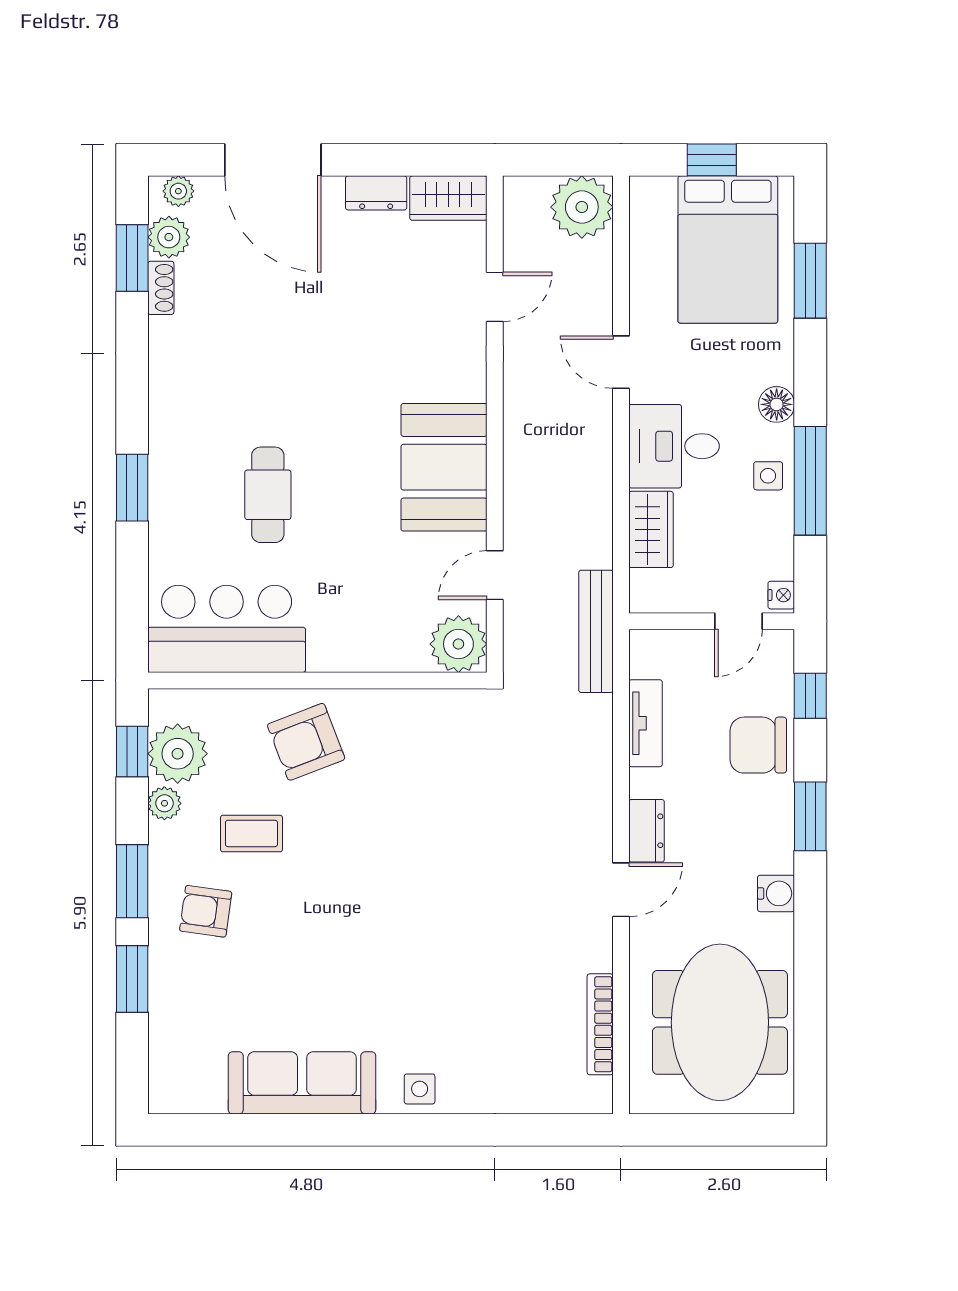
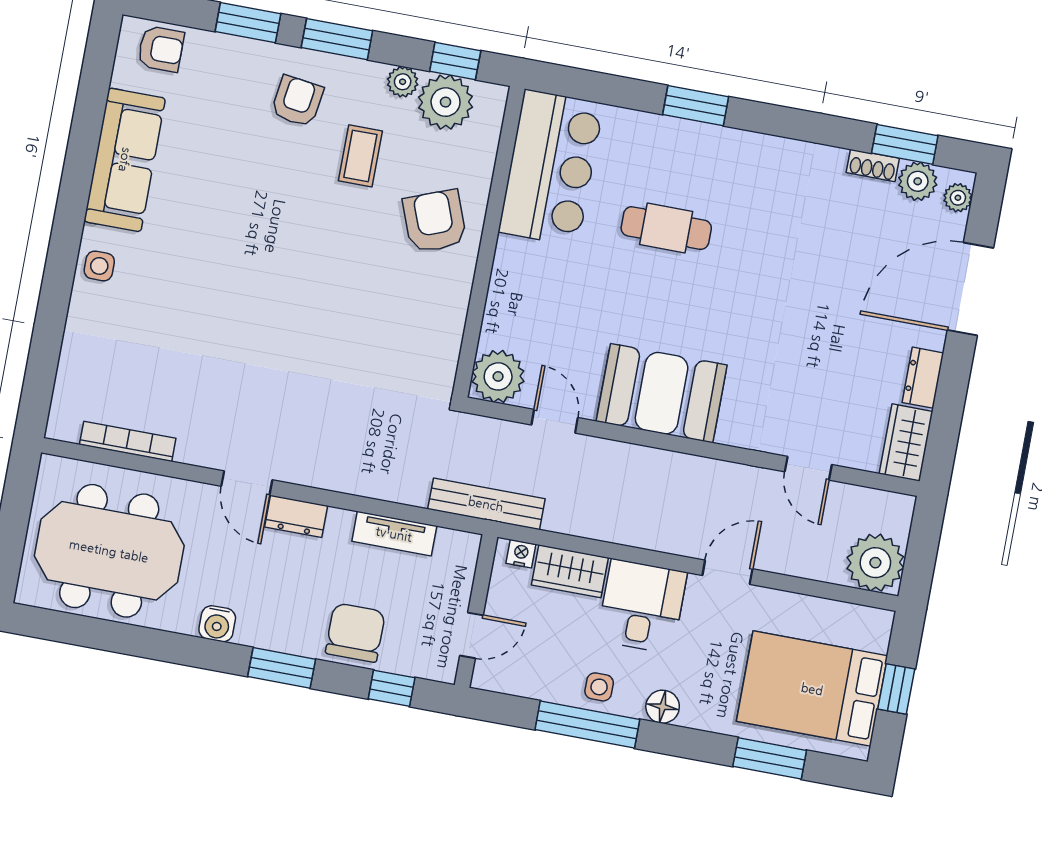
nightstand: (781, 595) -> (521, 554), moved, turned 180
door: (738, 621) -> (471, 635), swing flipped
armchair: (177, 1066) -> (161, 49), added

